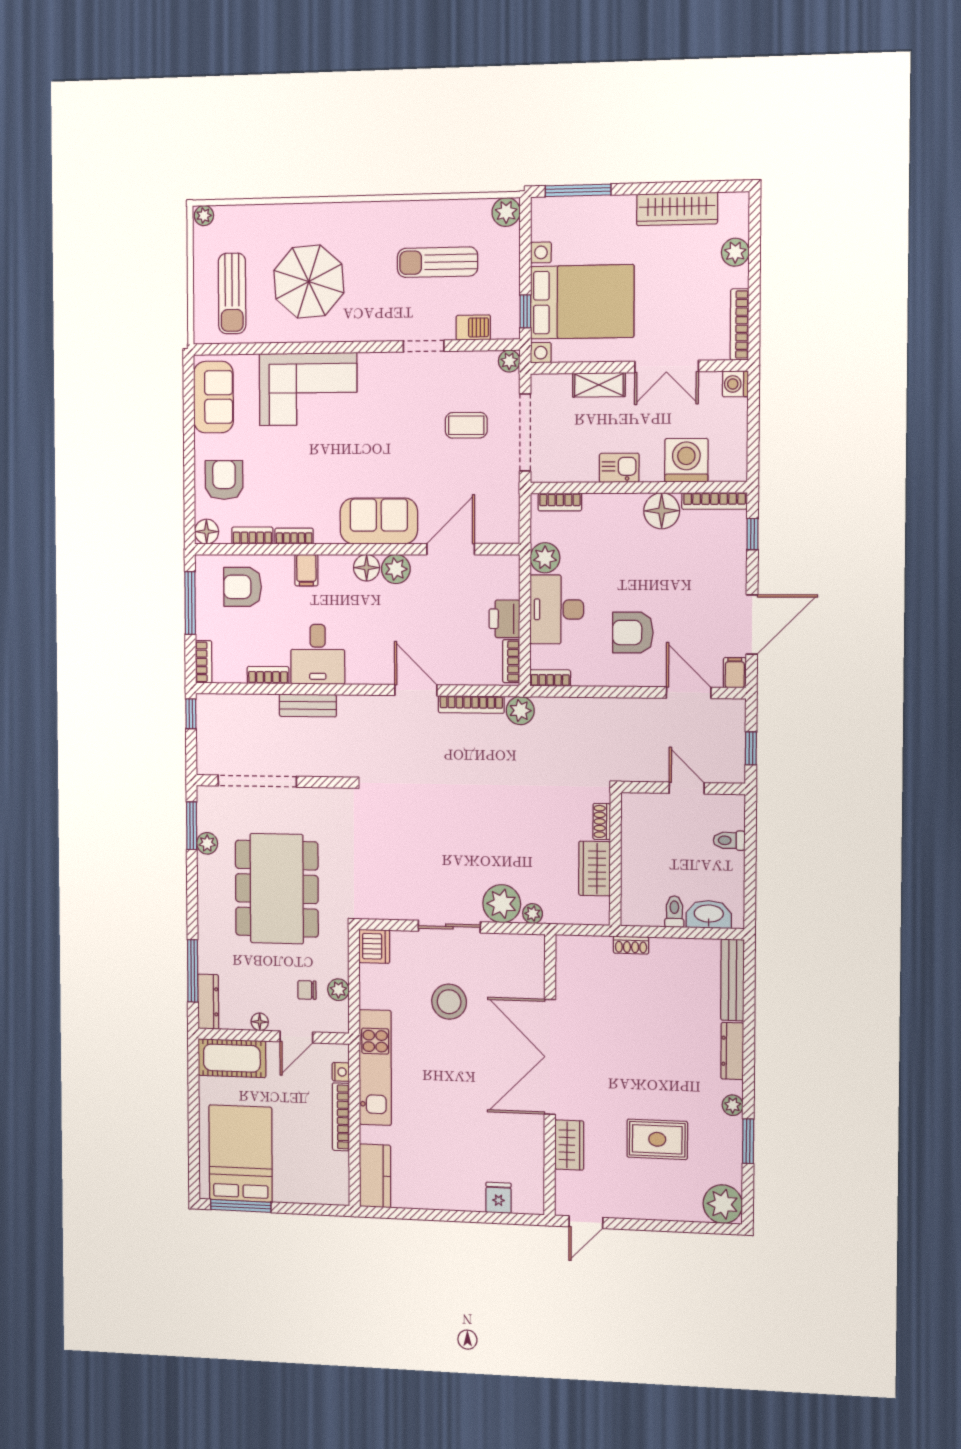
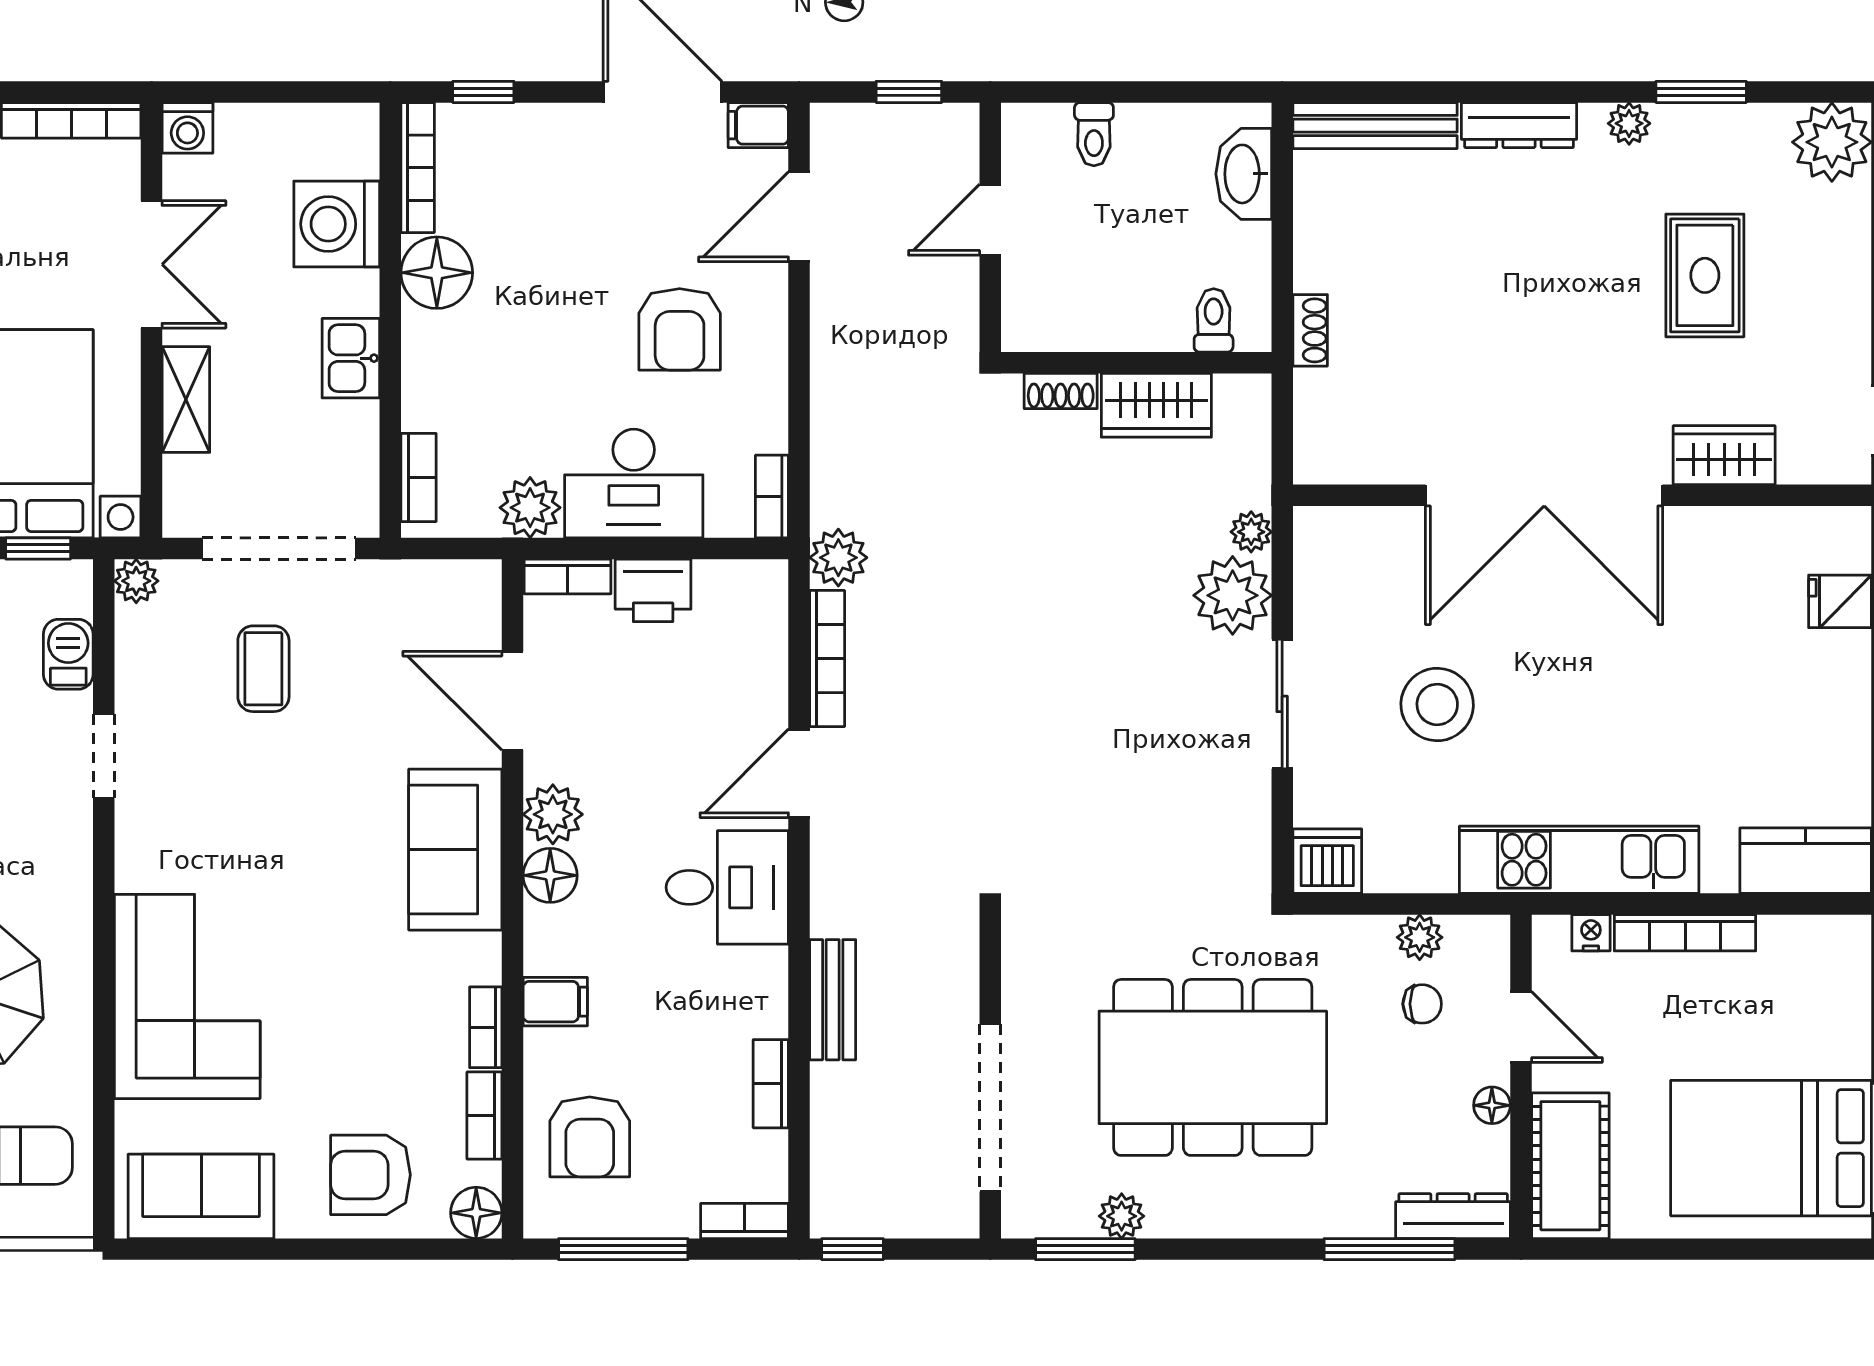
desk: (318, 654) -> (727, 887), moved
bookcase: (511, 661) -> (567, 576), moved
toilet: (674, 912) -> (1214, 320), moved, turned 90
chair: (307, 990) -> (1422, 1004), turned -90

